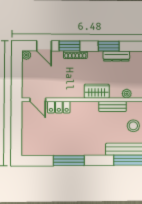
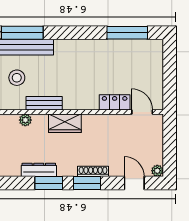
window: (69, 46) -> (87, 183), moved
window: (69, 160) -> (127, 33), moved

